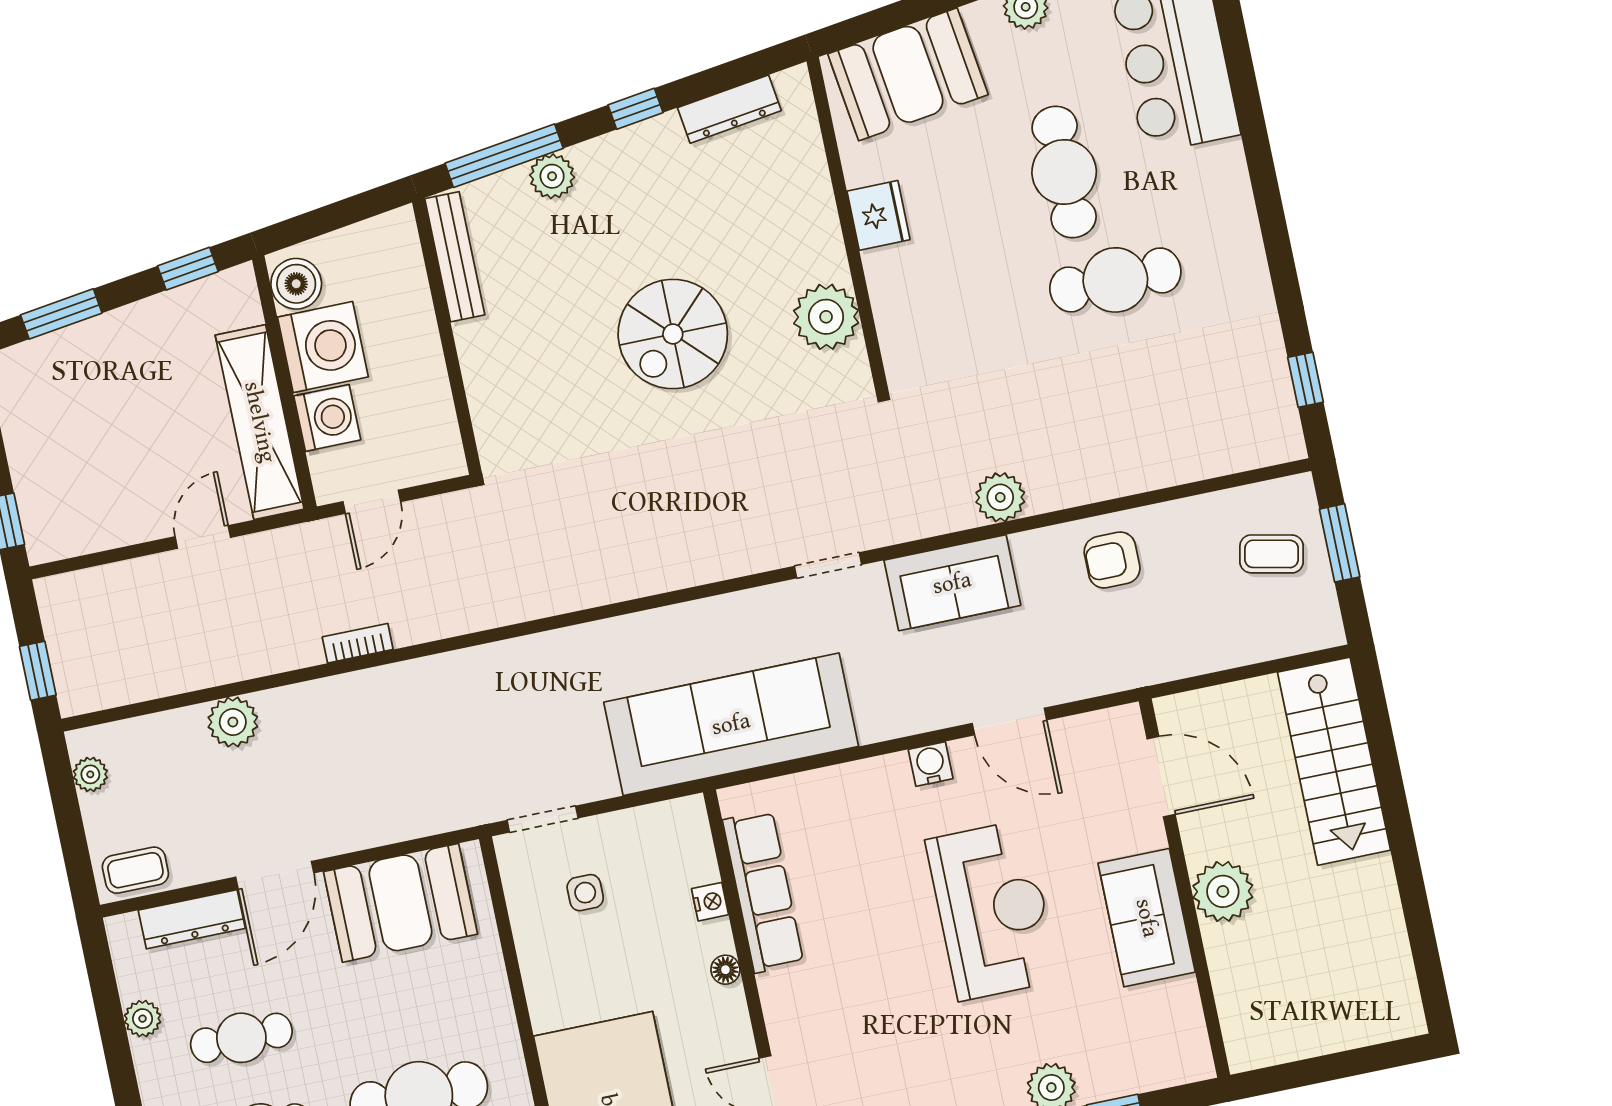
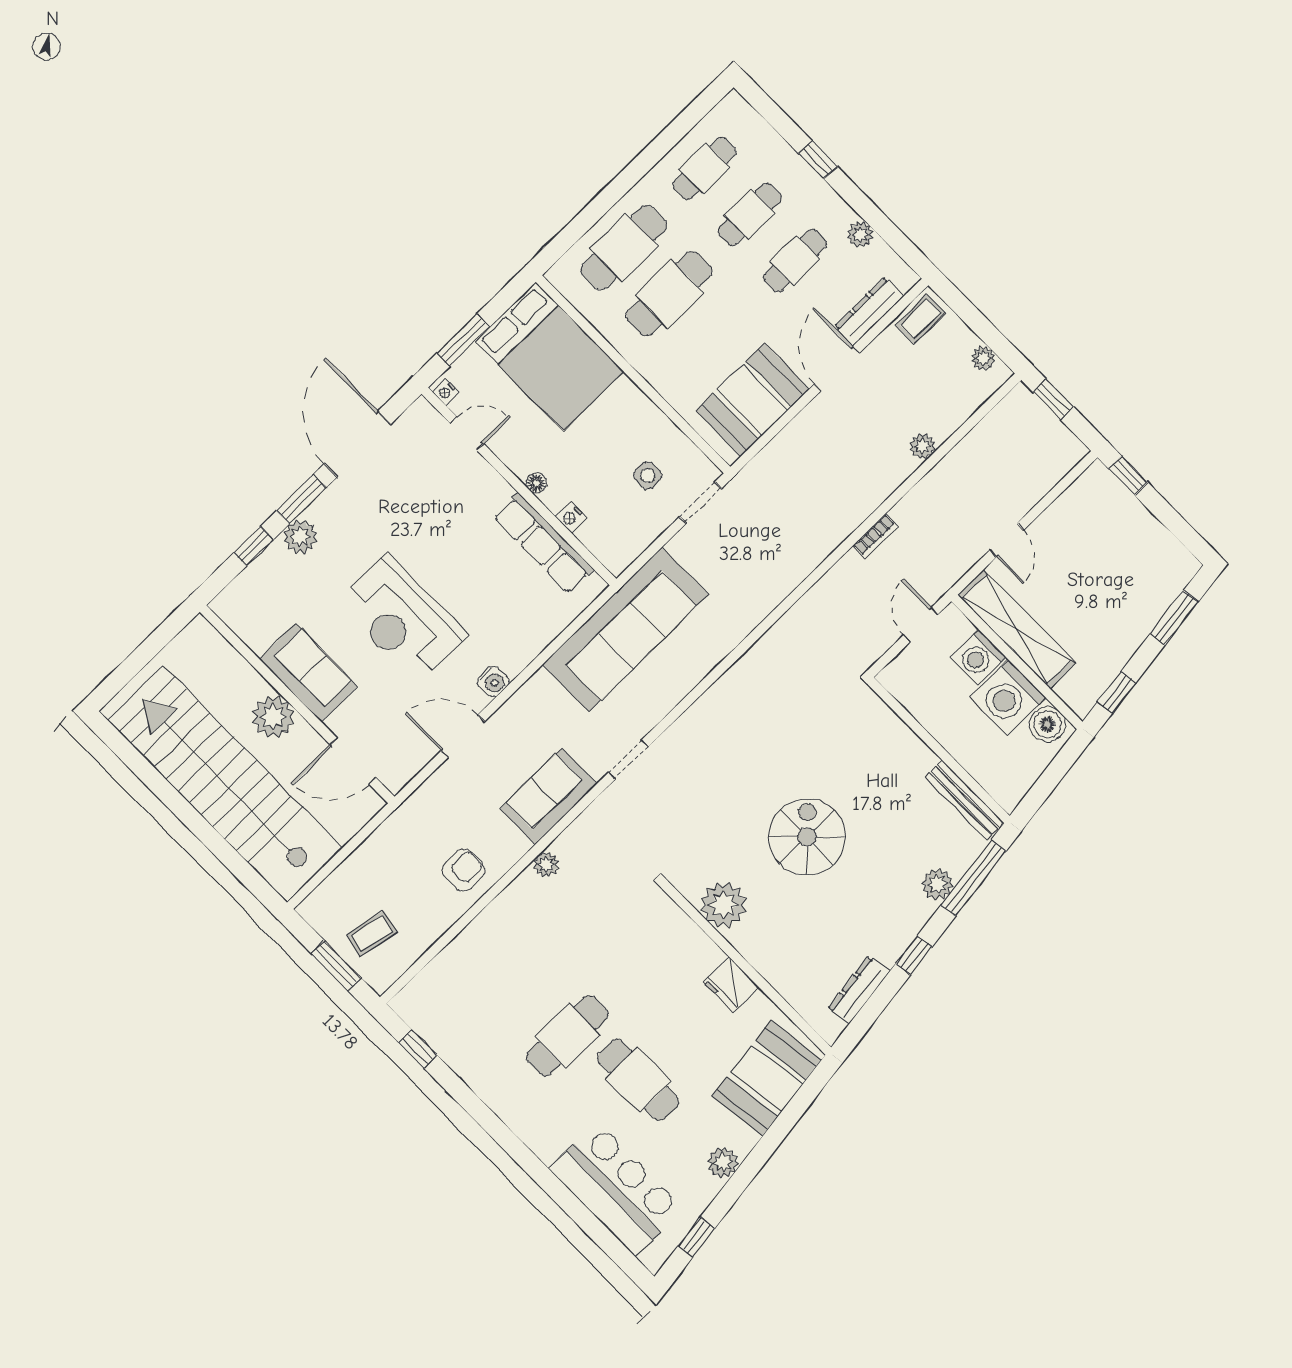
plant: (1000, 497) -> (546, 864), width x0.73, depth x0.73
plant: (233, 722) -> (923, 446), width x0.73, depth x0.73
stairs: (1334, 761) -> (225, 784), width x1.86, depth x1.51

